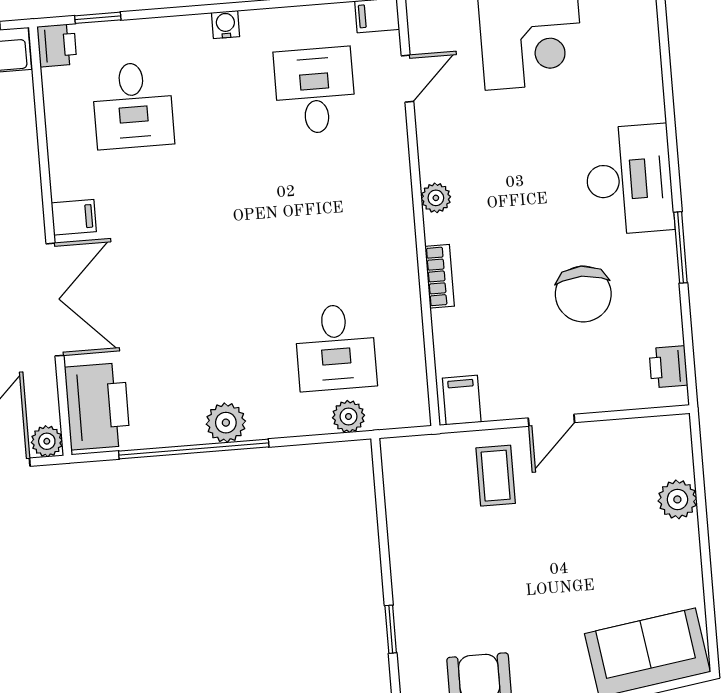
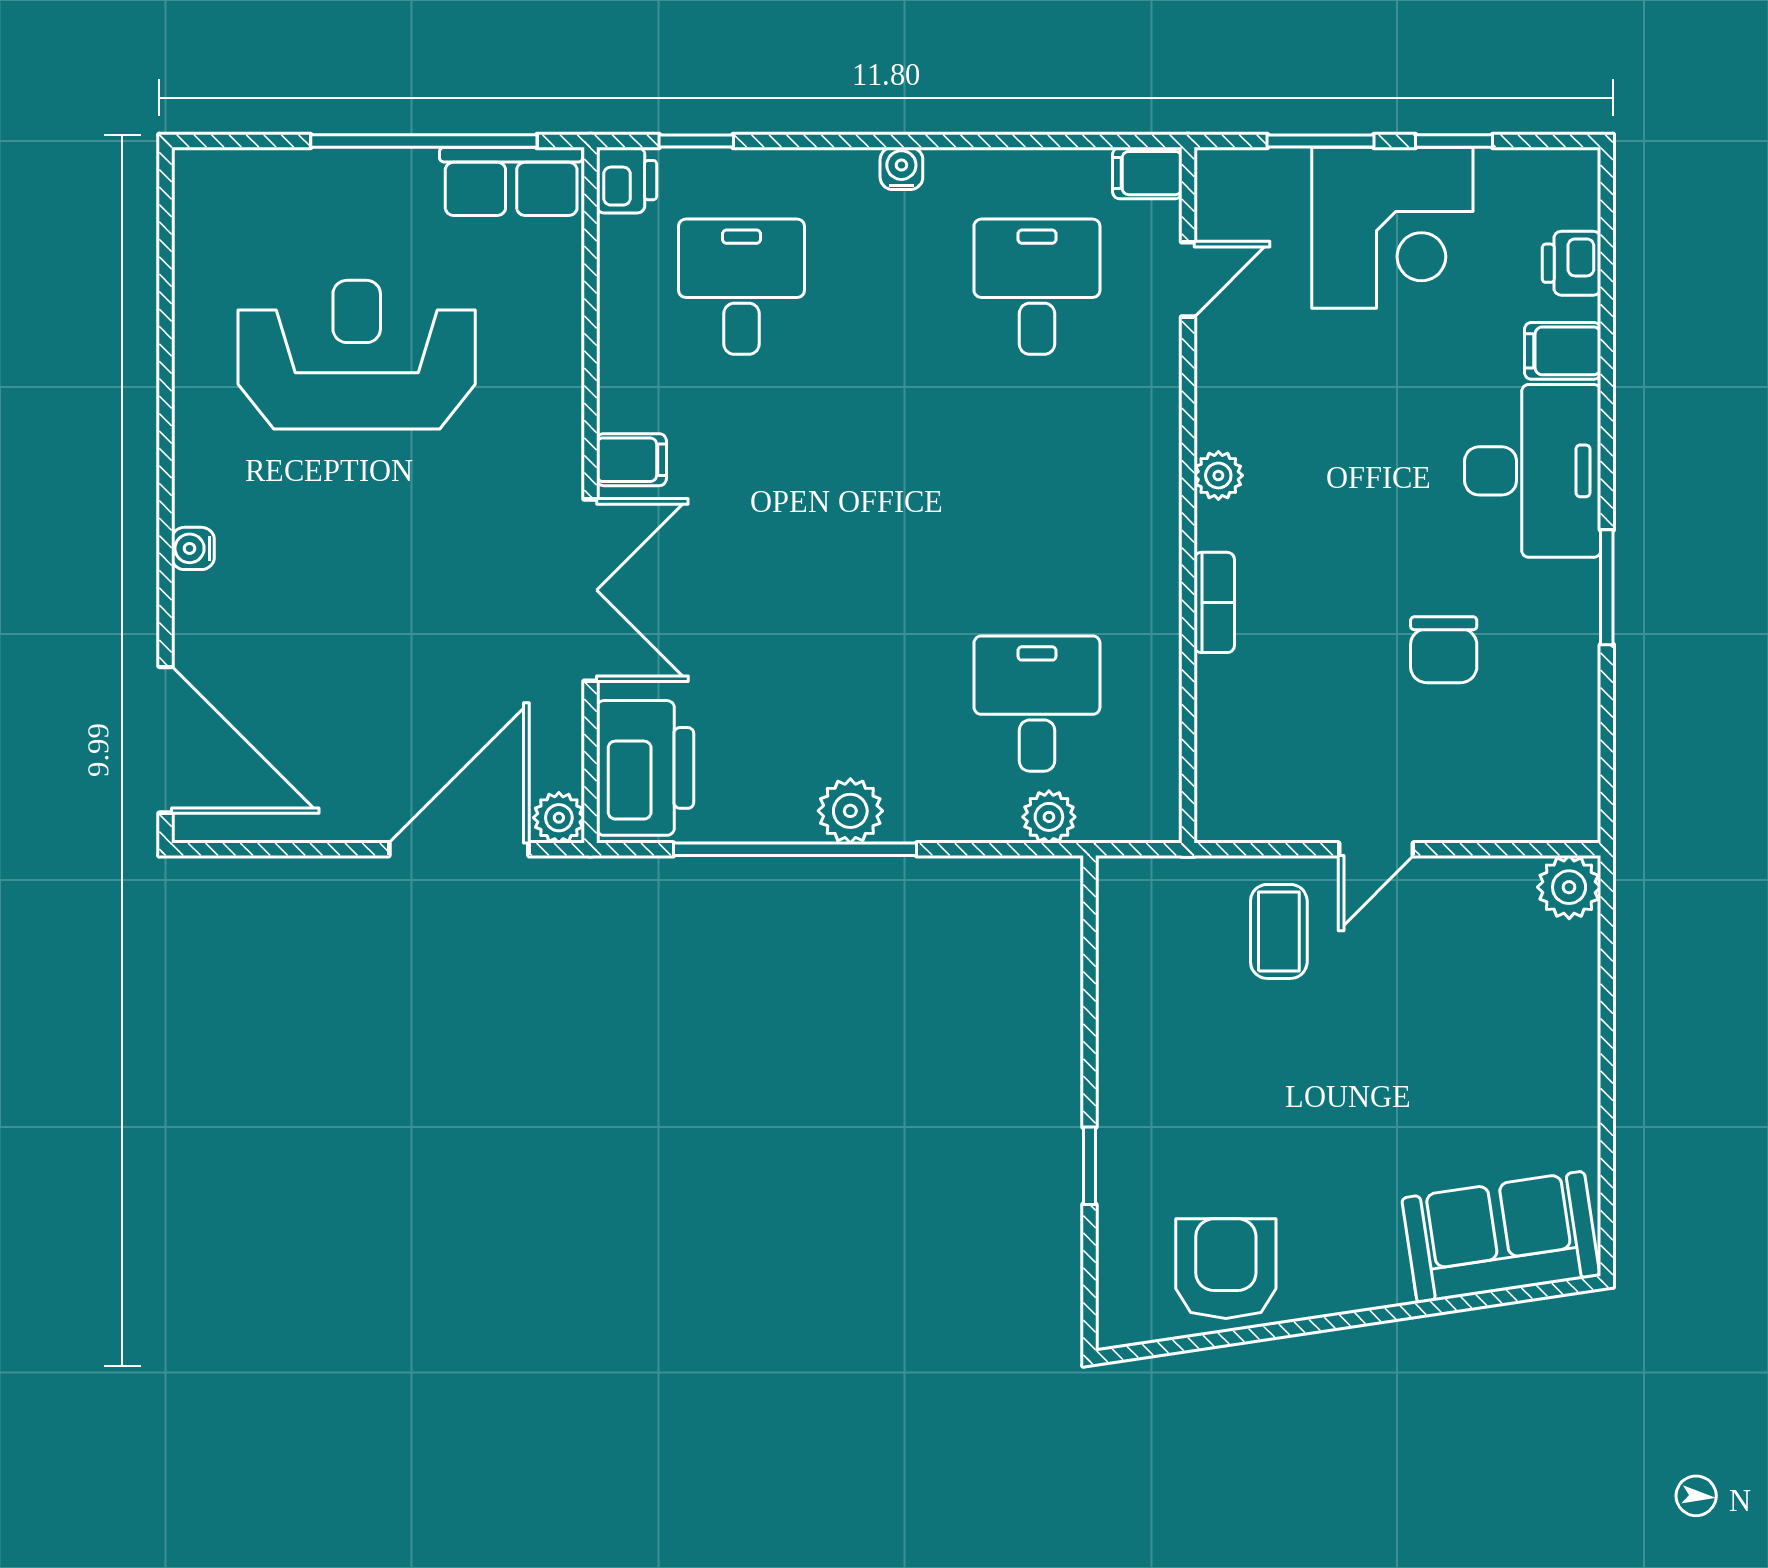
desk: (133, 105) -> (742, 287), turned 180
chair: (583, 294) -> (1444, 650), width x0.73, depth x0.73
desk: (335, 347) -> (1037, 704), turned 180
printer: (668, 367) -> (1572, 263), moved
filing cabinet: (462, 400) -> (1563, 351), moved, turned -90
plant: (677, 499) -> (1569, 887), moved

